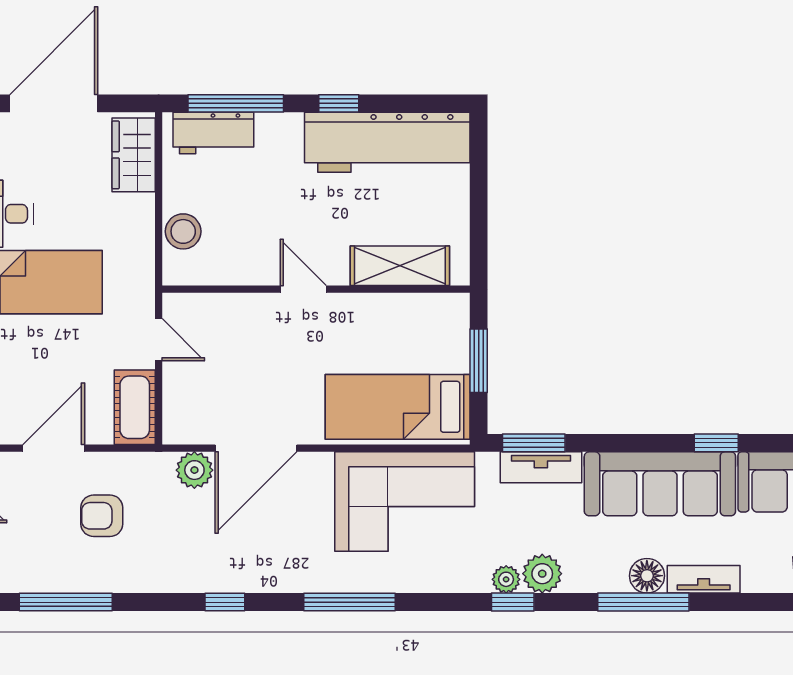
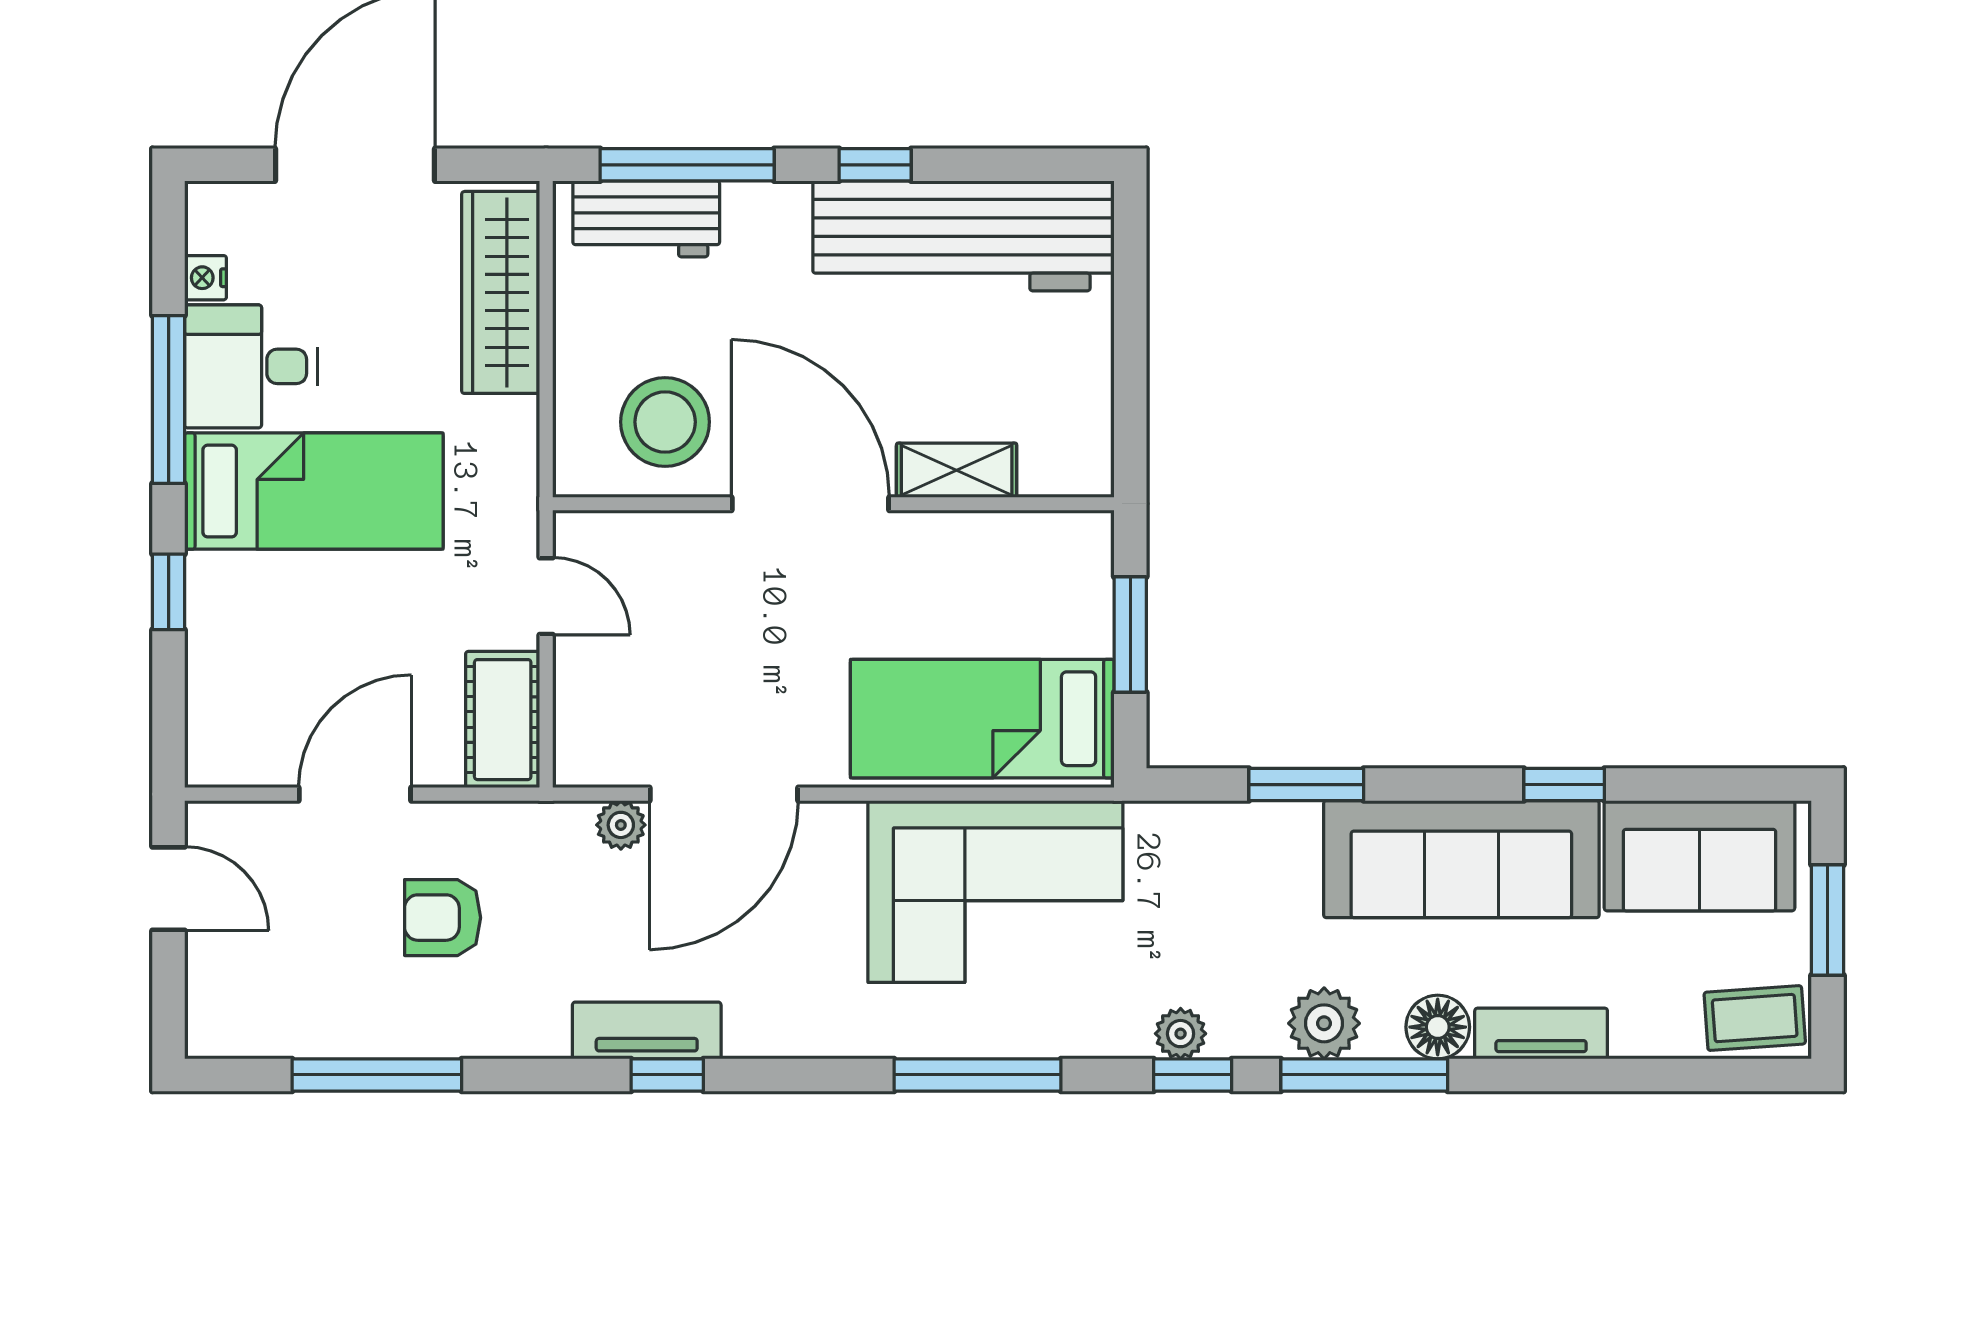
wardrobe: (134, 155) -> (501, 292), width x1.50
stool: (183, 231) -> (665, 422), moved, width x1.38, depth x1.38
shelving: (400, 266) -> (957, 470), width x0.67, depth x0.75
door: (303, 289) -> (810, 504), width x1.88
window: (534, 443) -> (1306, 785), moved
tv unit: (541, 467) -> (647, 1030), moved, turned 180
plant: (194, 470) -> (621, 825), width x0.73, depth x0.73
plant: (542, 574) -> (1324, 1023), moved
window: (350, 602) -> (978, 1075), moved
window: (643, 602) -> (1364, 1075), moved

